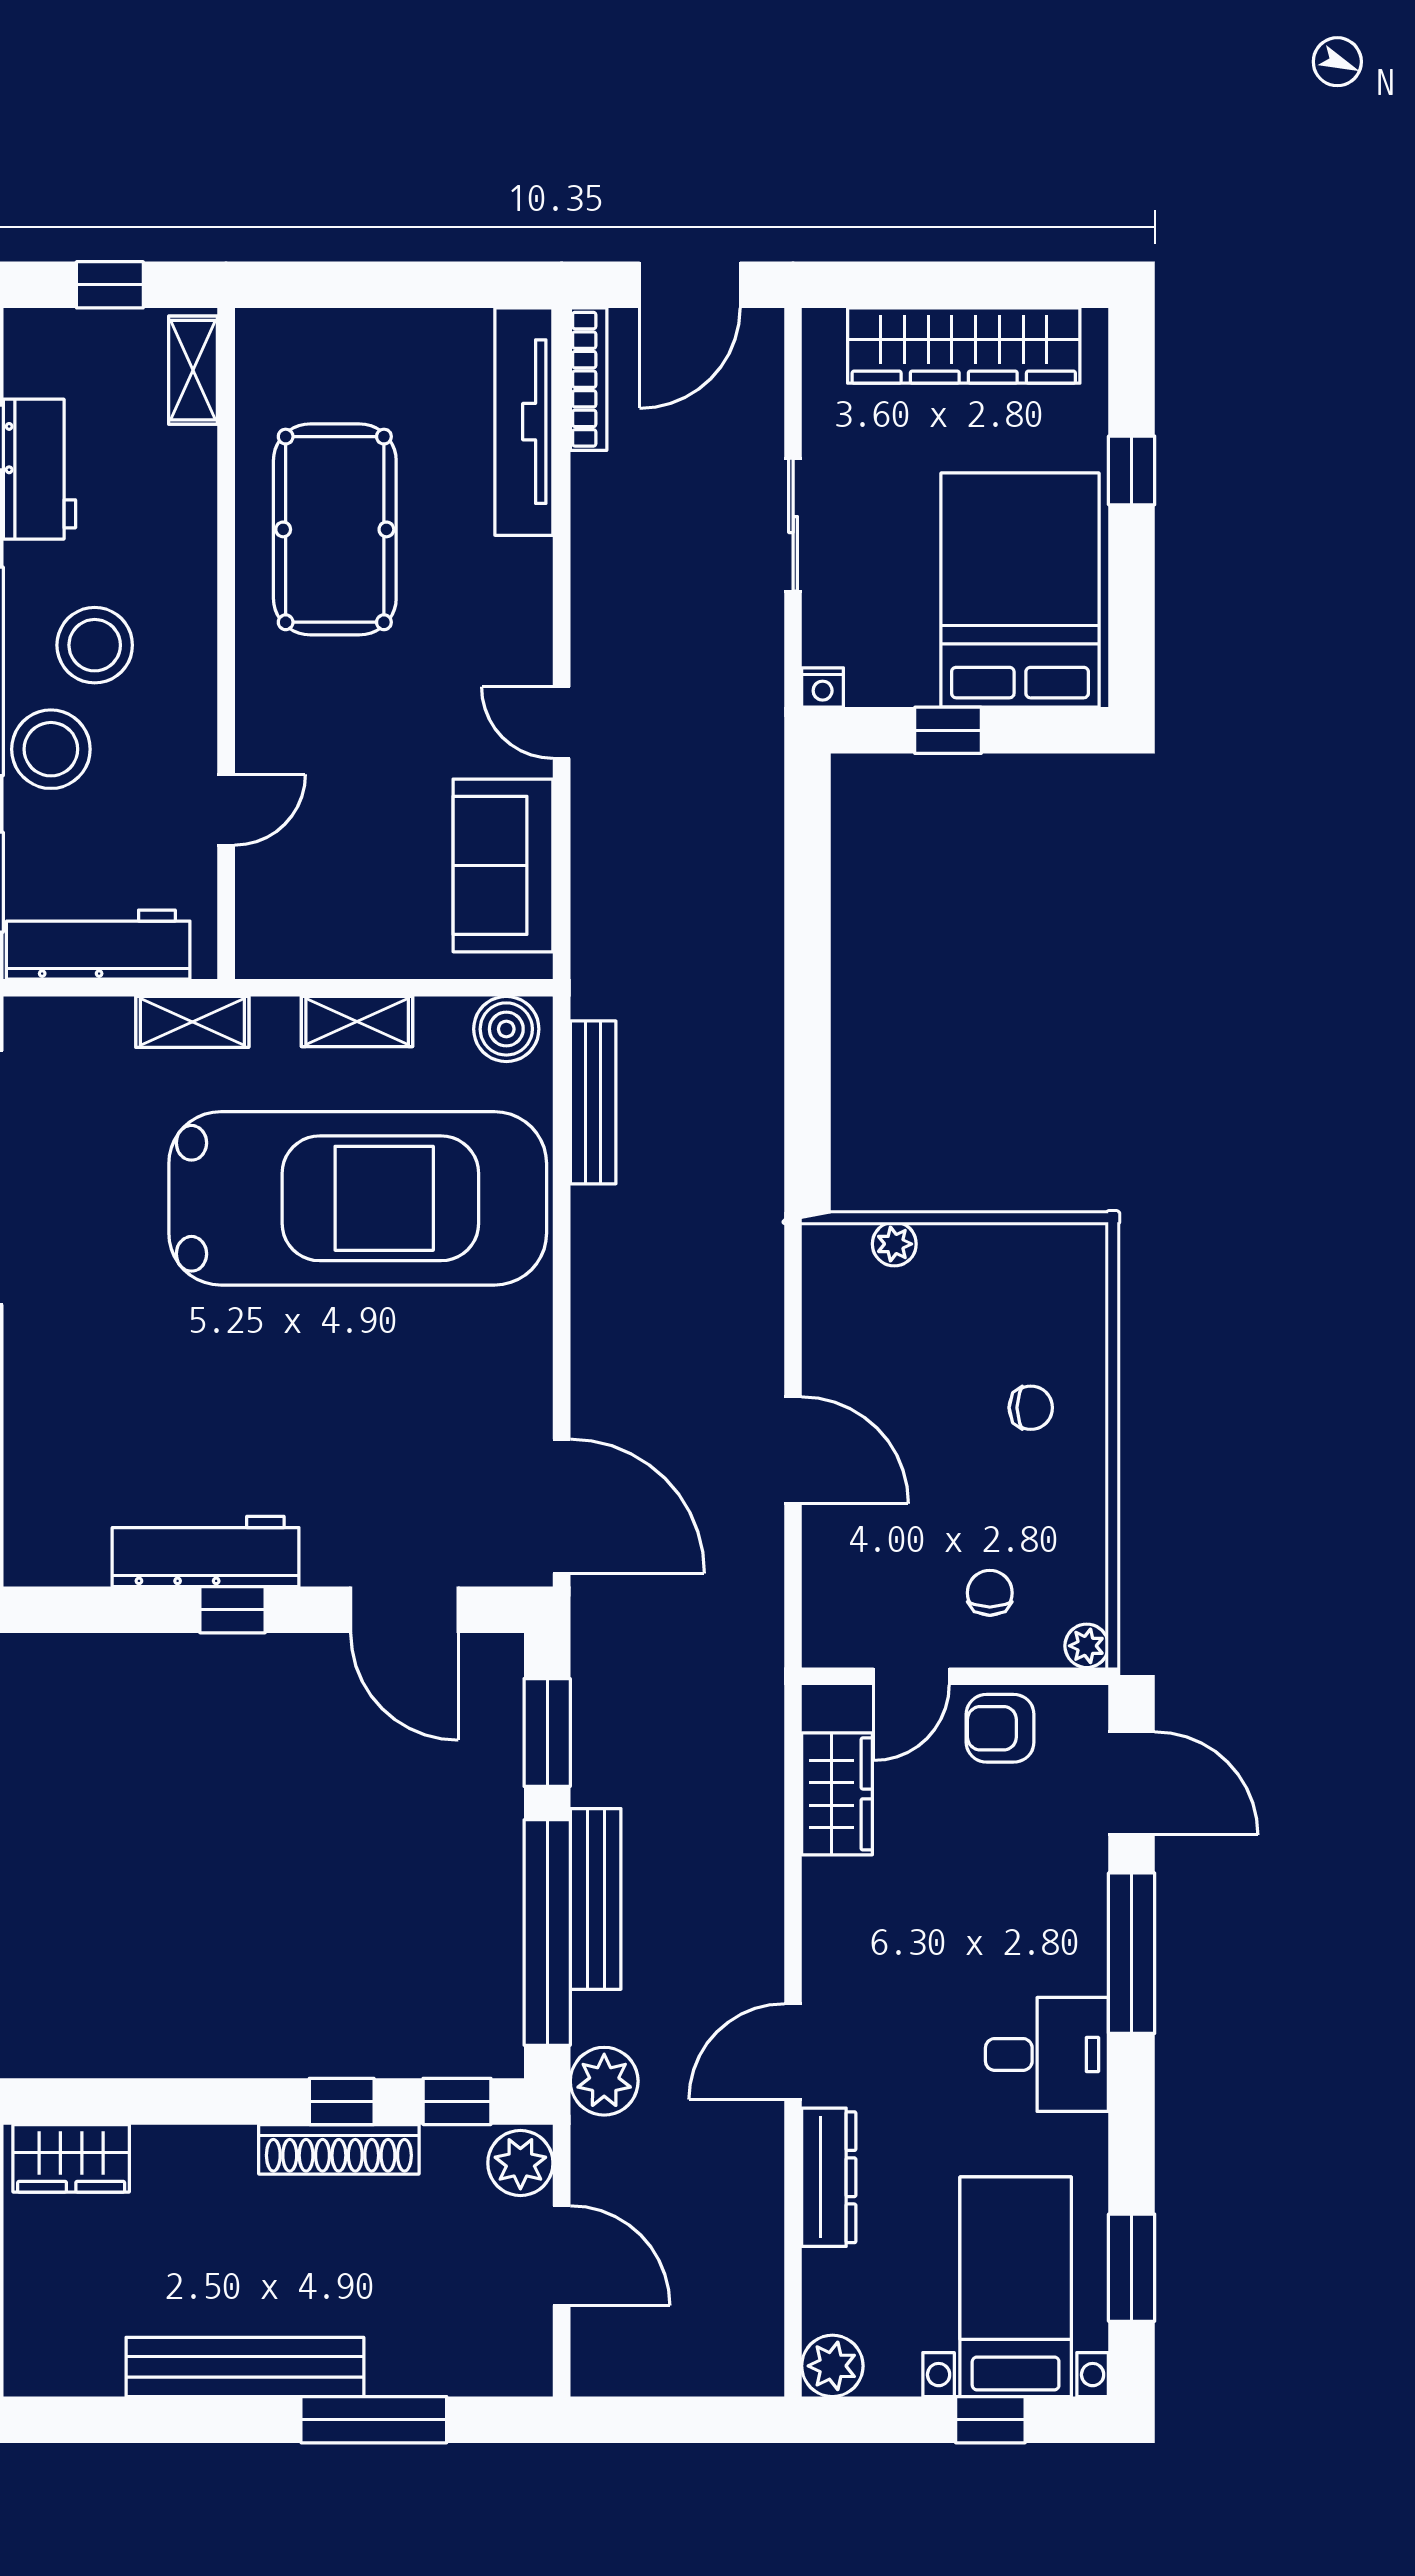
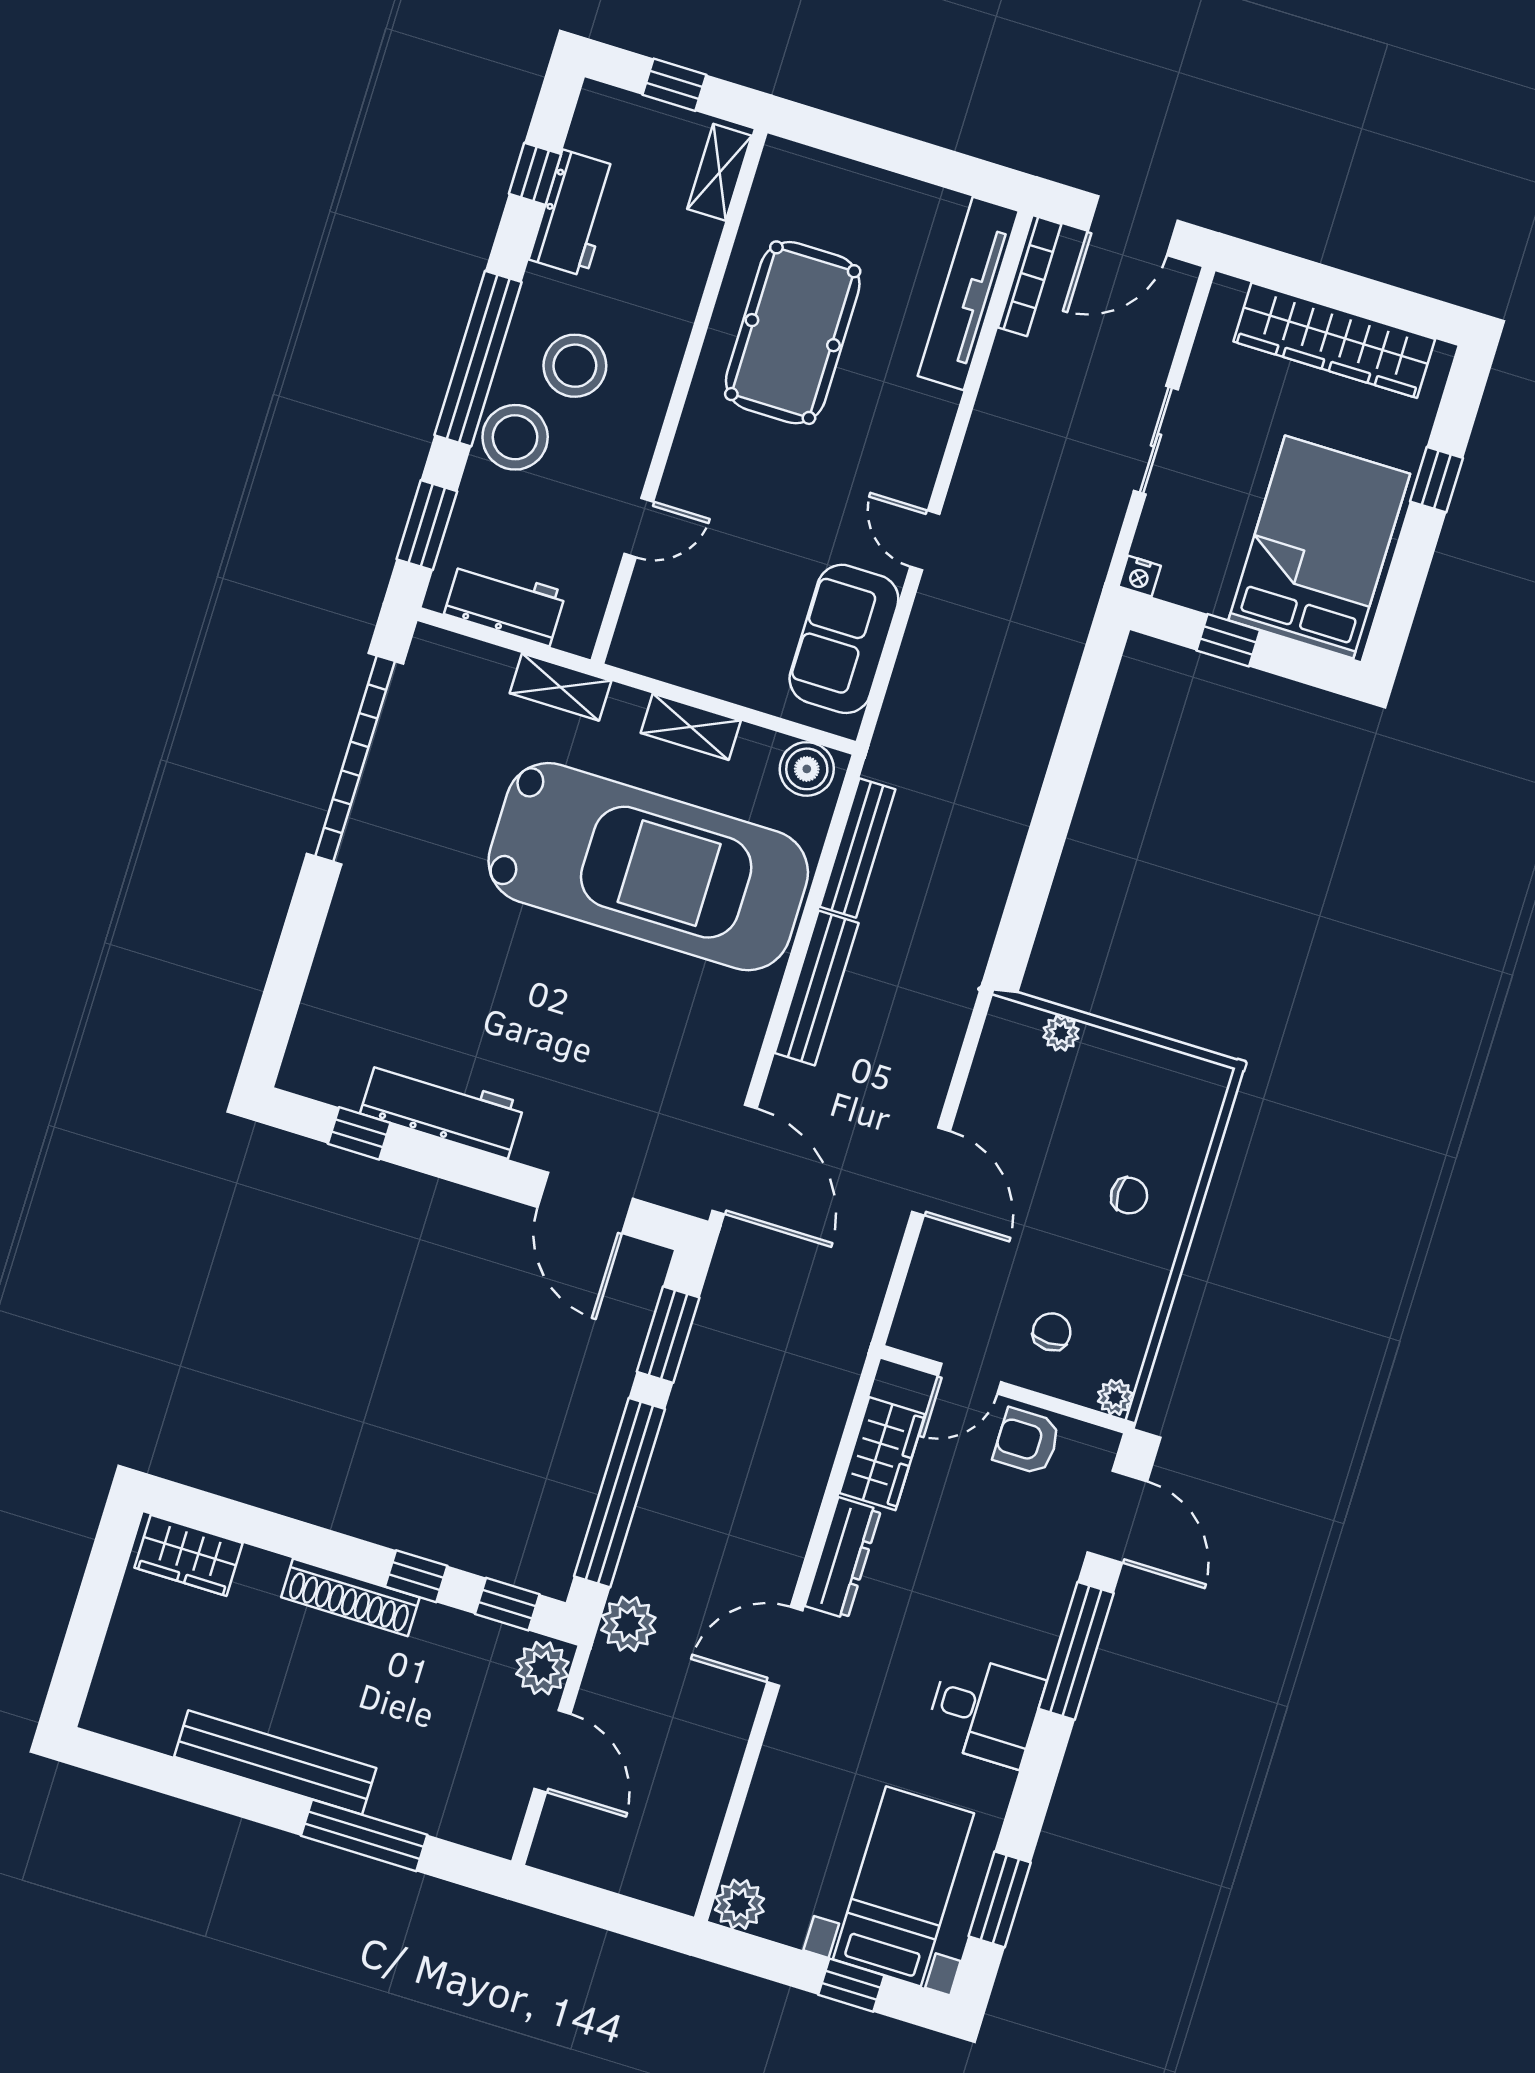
workbench: (98, 945) -> (505, 603), width x0.73
window: (233, 1610) -> (359, 1133), moved
bench: (596, 1899) -> (817, 988), moved
shoe rack: (339, 2149) -> (350, 1597), moved
dresser: (829, 2177) -> (843, 1558), moved

